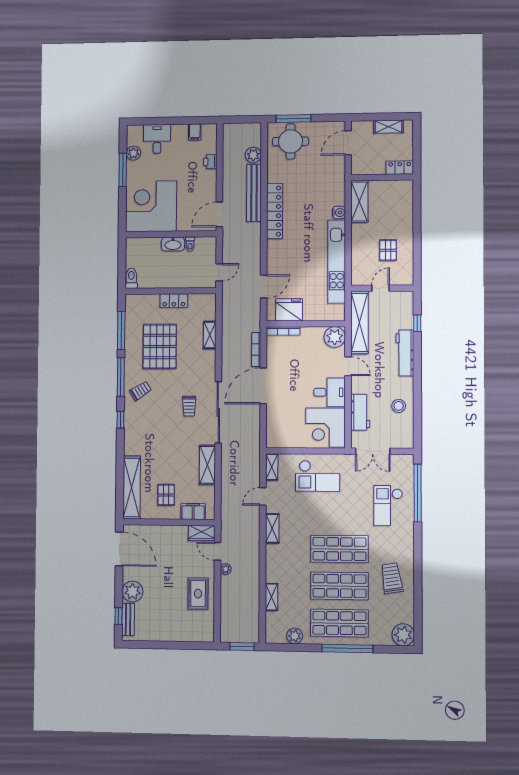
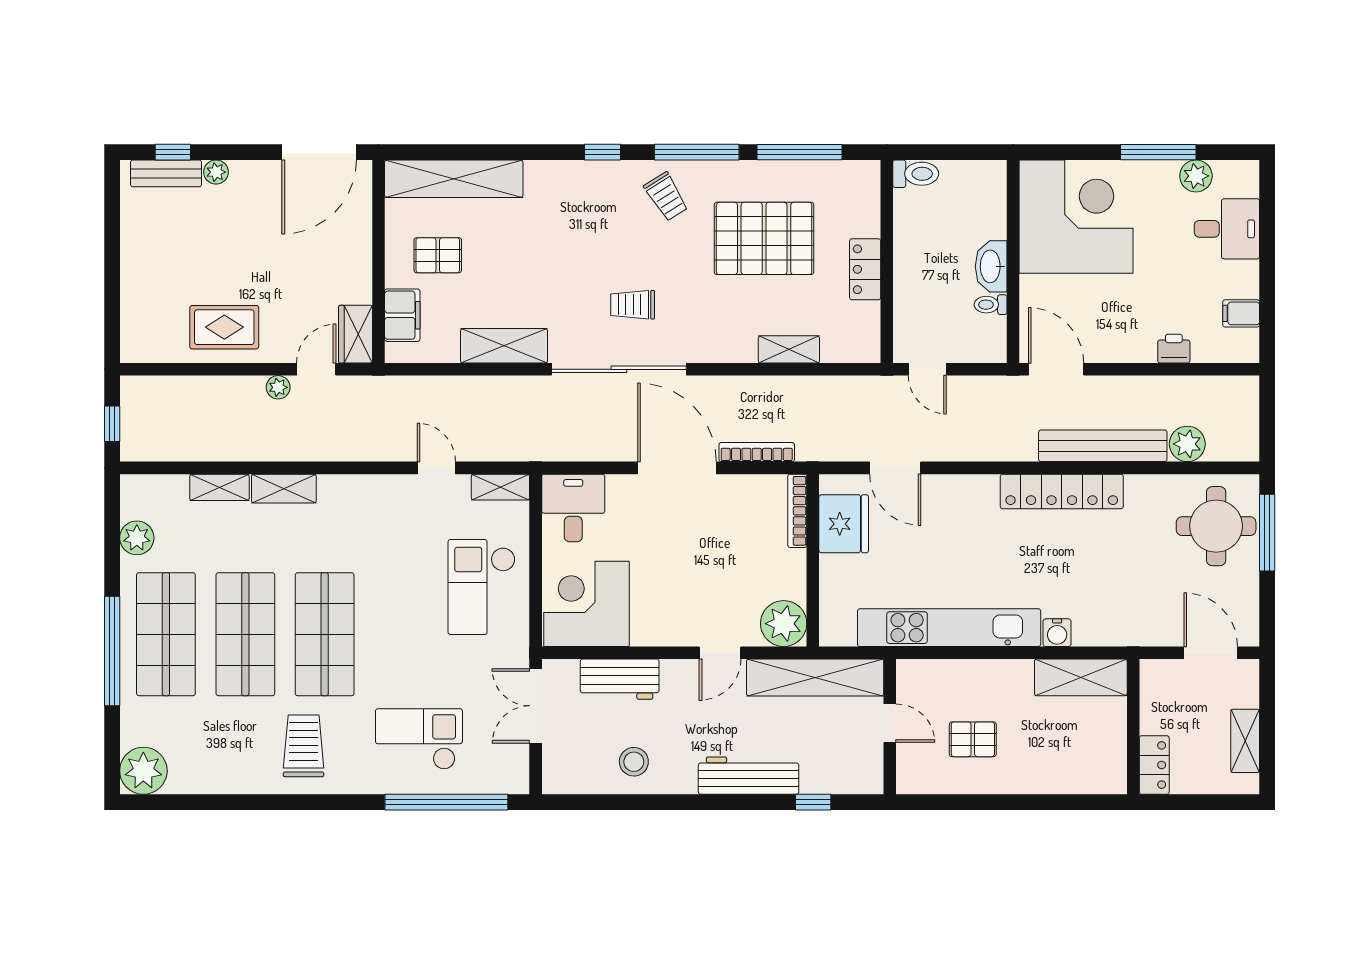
desk: (330, 392) -> (573, 508), moved, turned 180
shelving: (272, 528) -> (284, 489), moved
trolley: (392, 578) -> (304, 746), moved, turned -81
plant: (133, 592) -> (216, 172), width x0.53, depth x0.53
window: (242, 646) -> (112, 424), width x0.67

